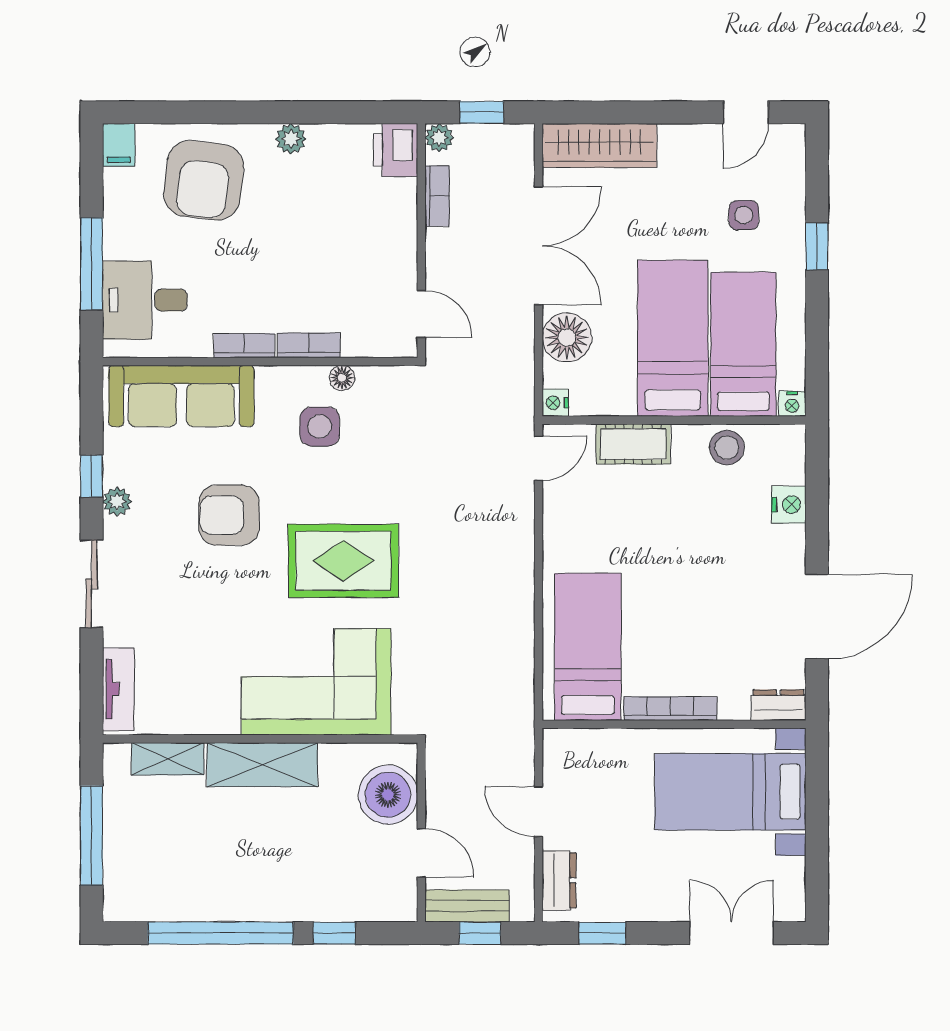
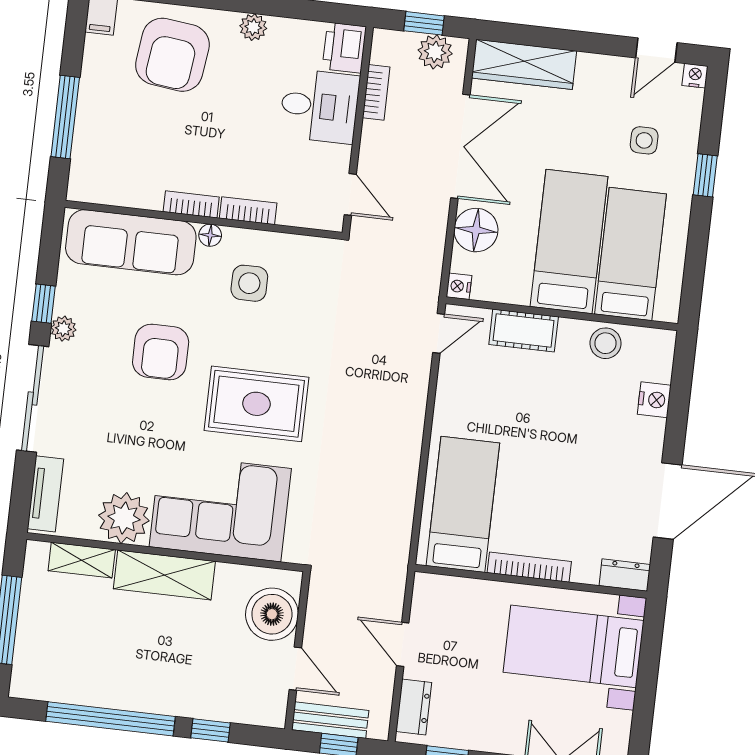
plant: (439, 138) -> (435, 52), moved, width x1.38, depth x1.38
desk: (145, 300) -> (319, 106), moved, turned 180
floor lamp: (342, 378) -> (210, 235), moved
nightstand: (792, 404) -> (695, 76), moved, turned 180
armchair: (229, 515) -> (161, 352), turned -90
sliding door: (92, 584) -> (33, 398), width x1.37
plant: (209, 706) -> (124, 518), added

